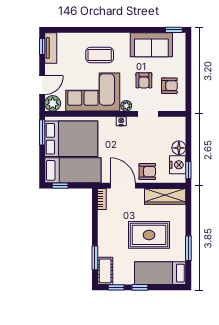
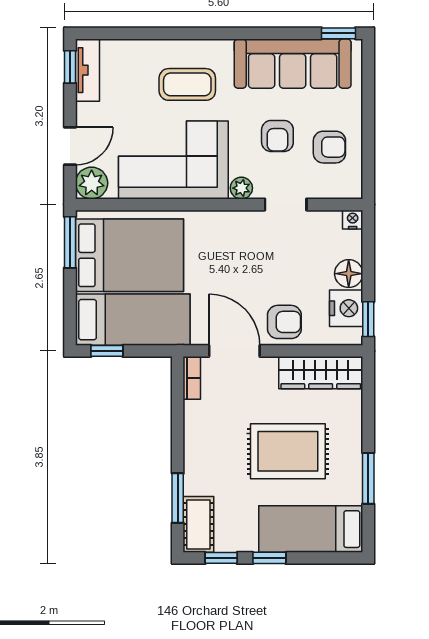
sofa: (151, 45) -> (293, 64), width x1.36
nightstand: (121, 121) -> (353, 220), moved

